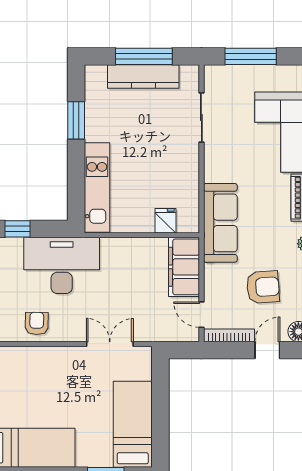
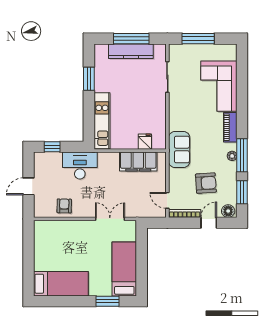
sofa: (220, 223) -> (179, 149), width x0.73
desk: (62, 265) -> (80, 165), width x0.73, depth x0.77
filing cabinet: (184, 267) -> (138, 162), moved, turned -90

